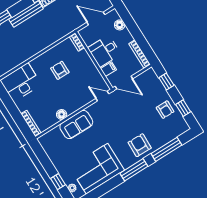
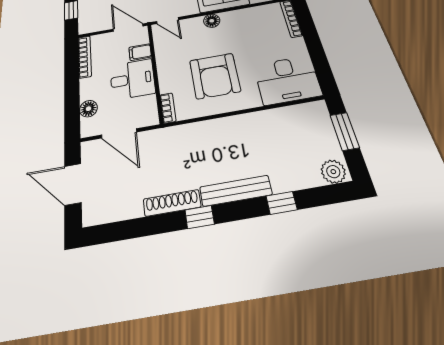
armchair: (60, 70) -> (215, 76), width x1.88, depth x1.88
floor lamp: (62, 114) -> (212, 21), moved

